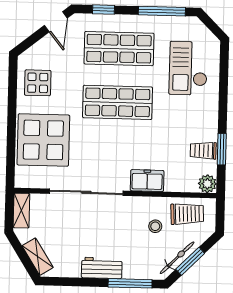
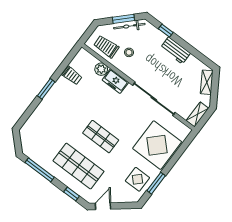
checkout: (188, 68) -> (48, 127), removed
window: (12, 94) -> (156, 183), added
shop shelf: (118, 102) -> (101, 137), width x0.70, depth x0.74
window: (222, 149) -> (46, 89), moved
plant: (207, 184) -> (101, 69), moved
window: (130, 283) -> (166, 31), width x0.46

